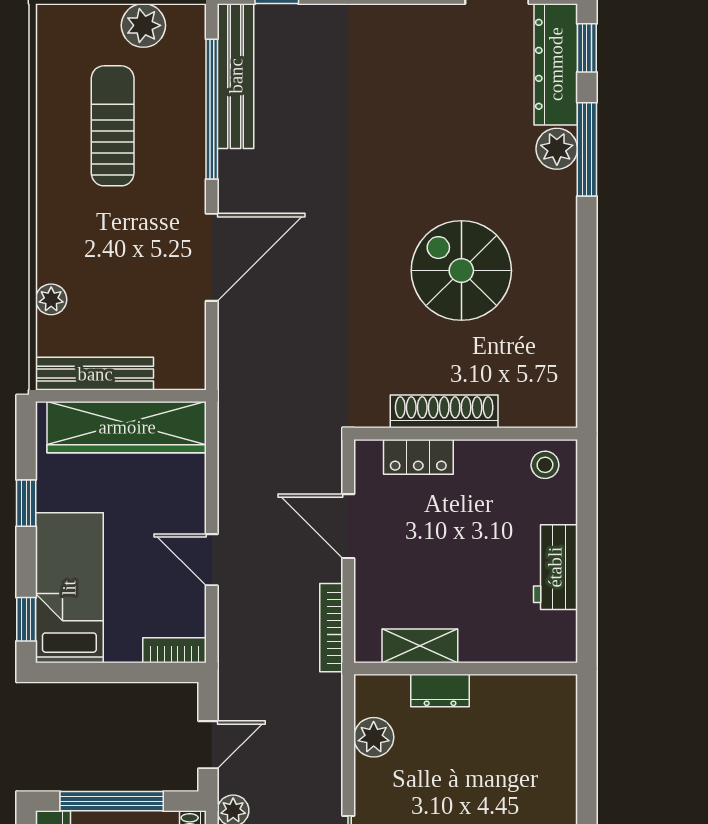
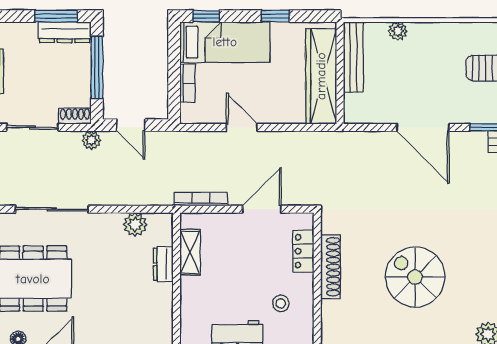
spiral stairs: (461, 271) -> (415, 277), turned -90
stool: (545, 465) -> (281, 303), moved
door: (212, 560) -> (242, 127), hinge flipped
bookcase: (174, 650) -> (187, 83), moved

